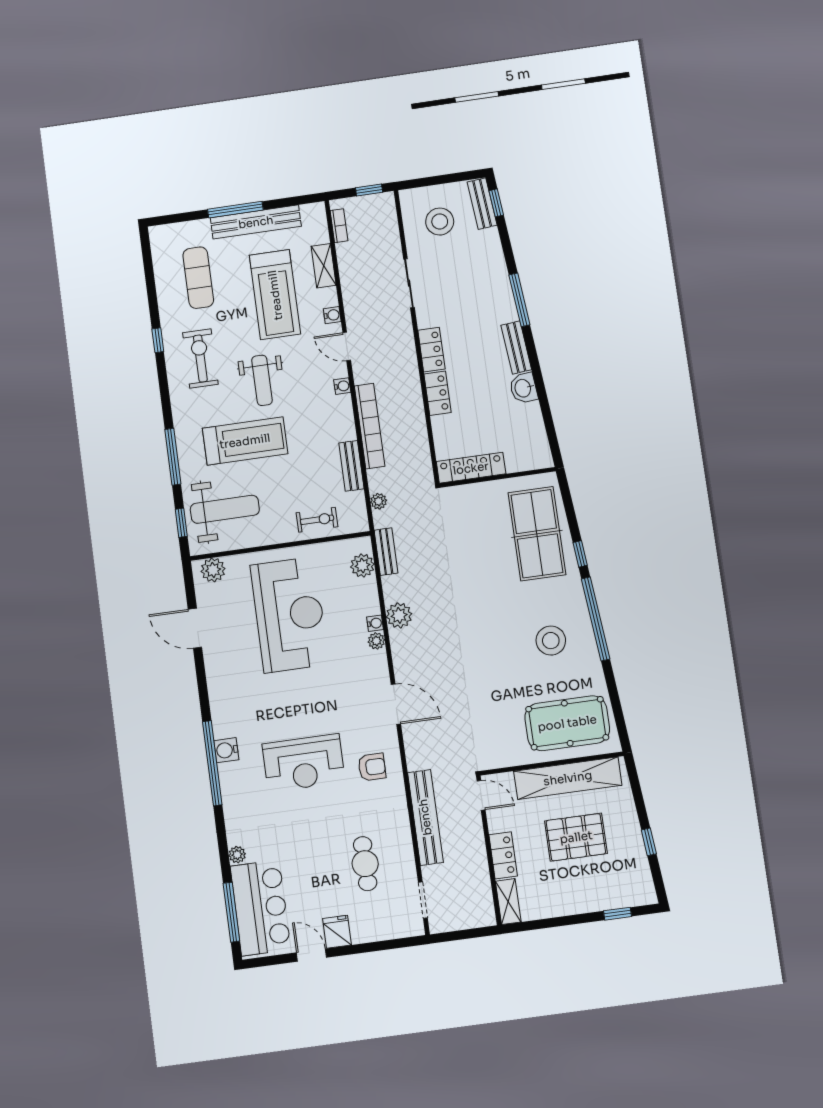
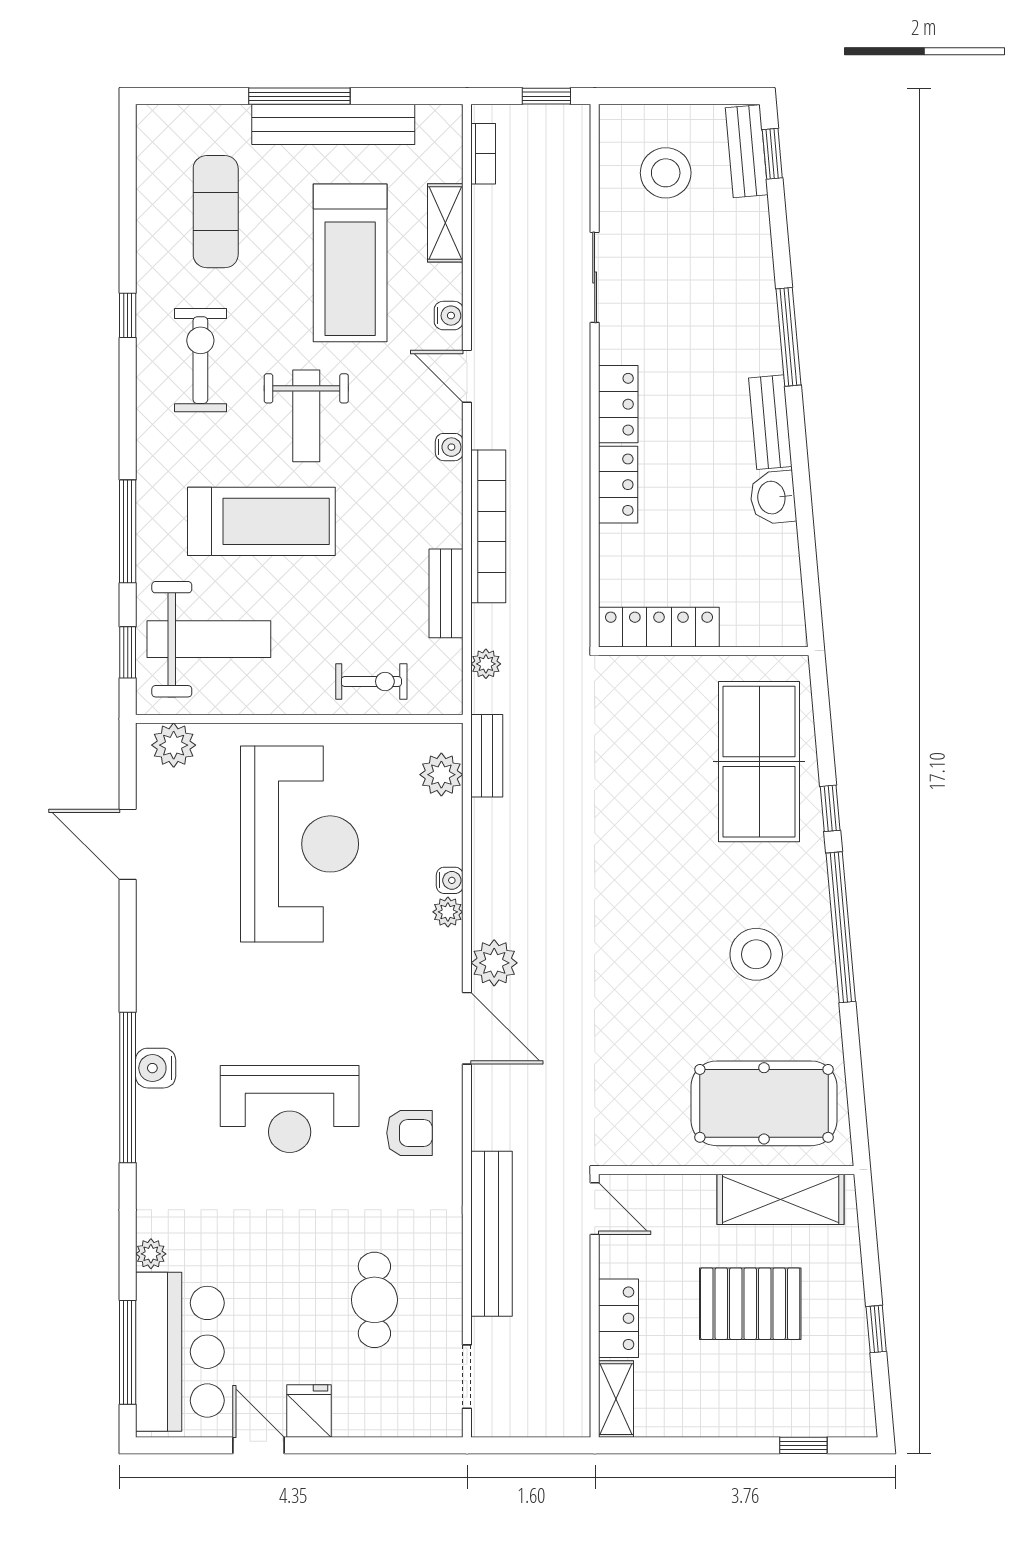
plant: (399, 615) -> (494, 963), moved
shelving: (568, 778) -> (781, 1199), width x0.68

